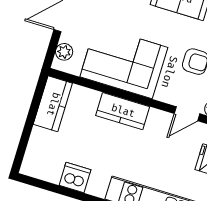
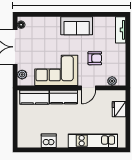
kitchen counter: (53, 104) -> (34, 97), moved, turned 90
door: (187, 114) -> (89, 88), moved

